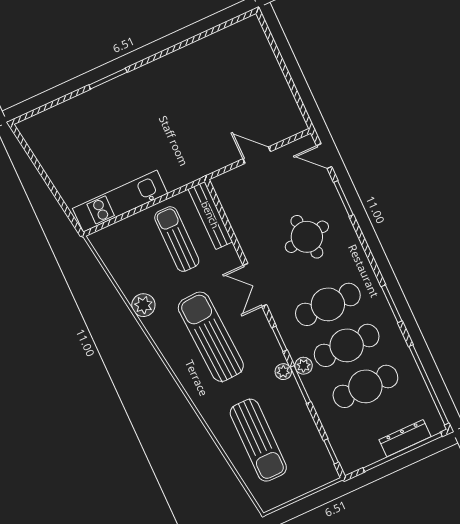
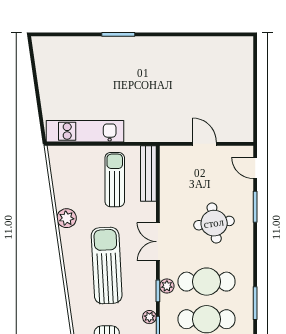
plant: (304, 366) -> (167, 286), moved

